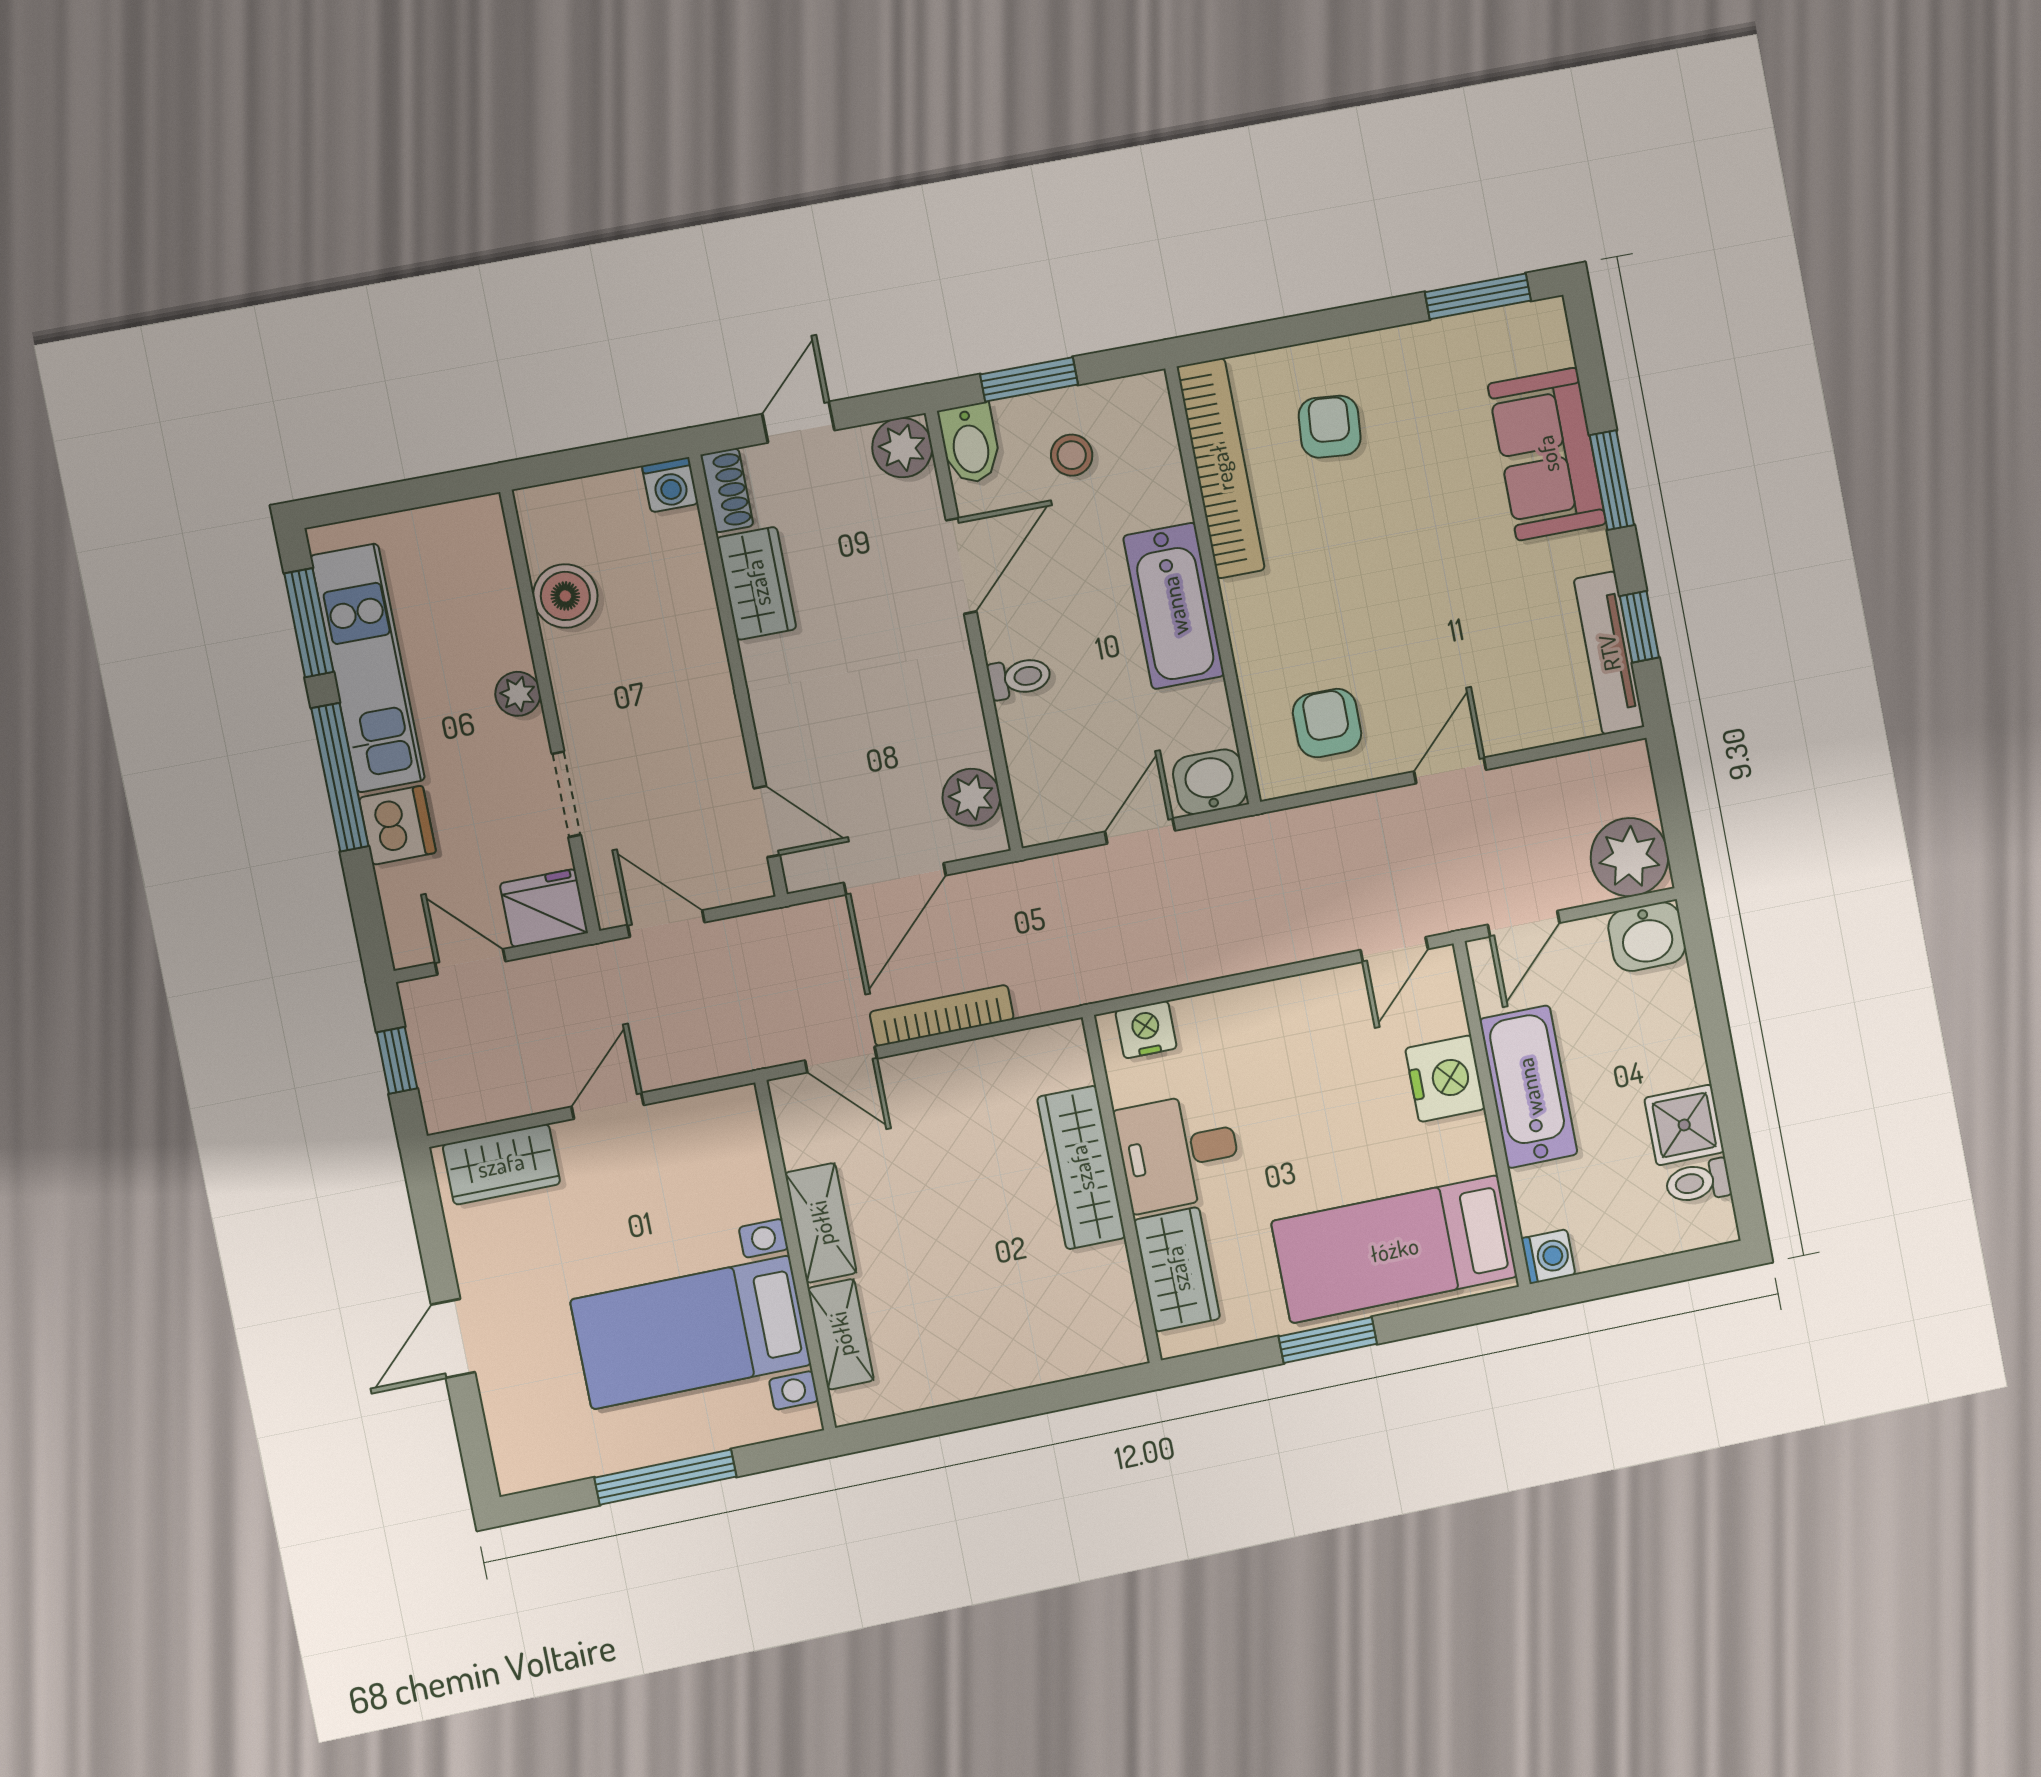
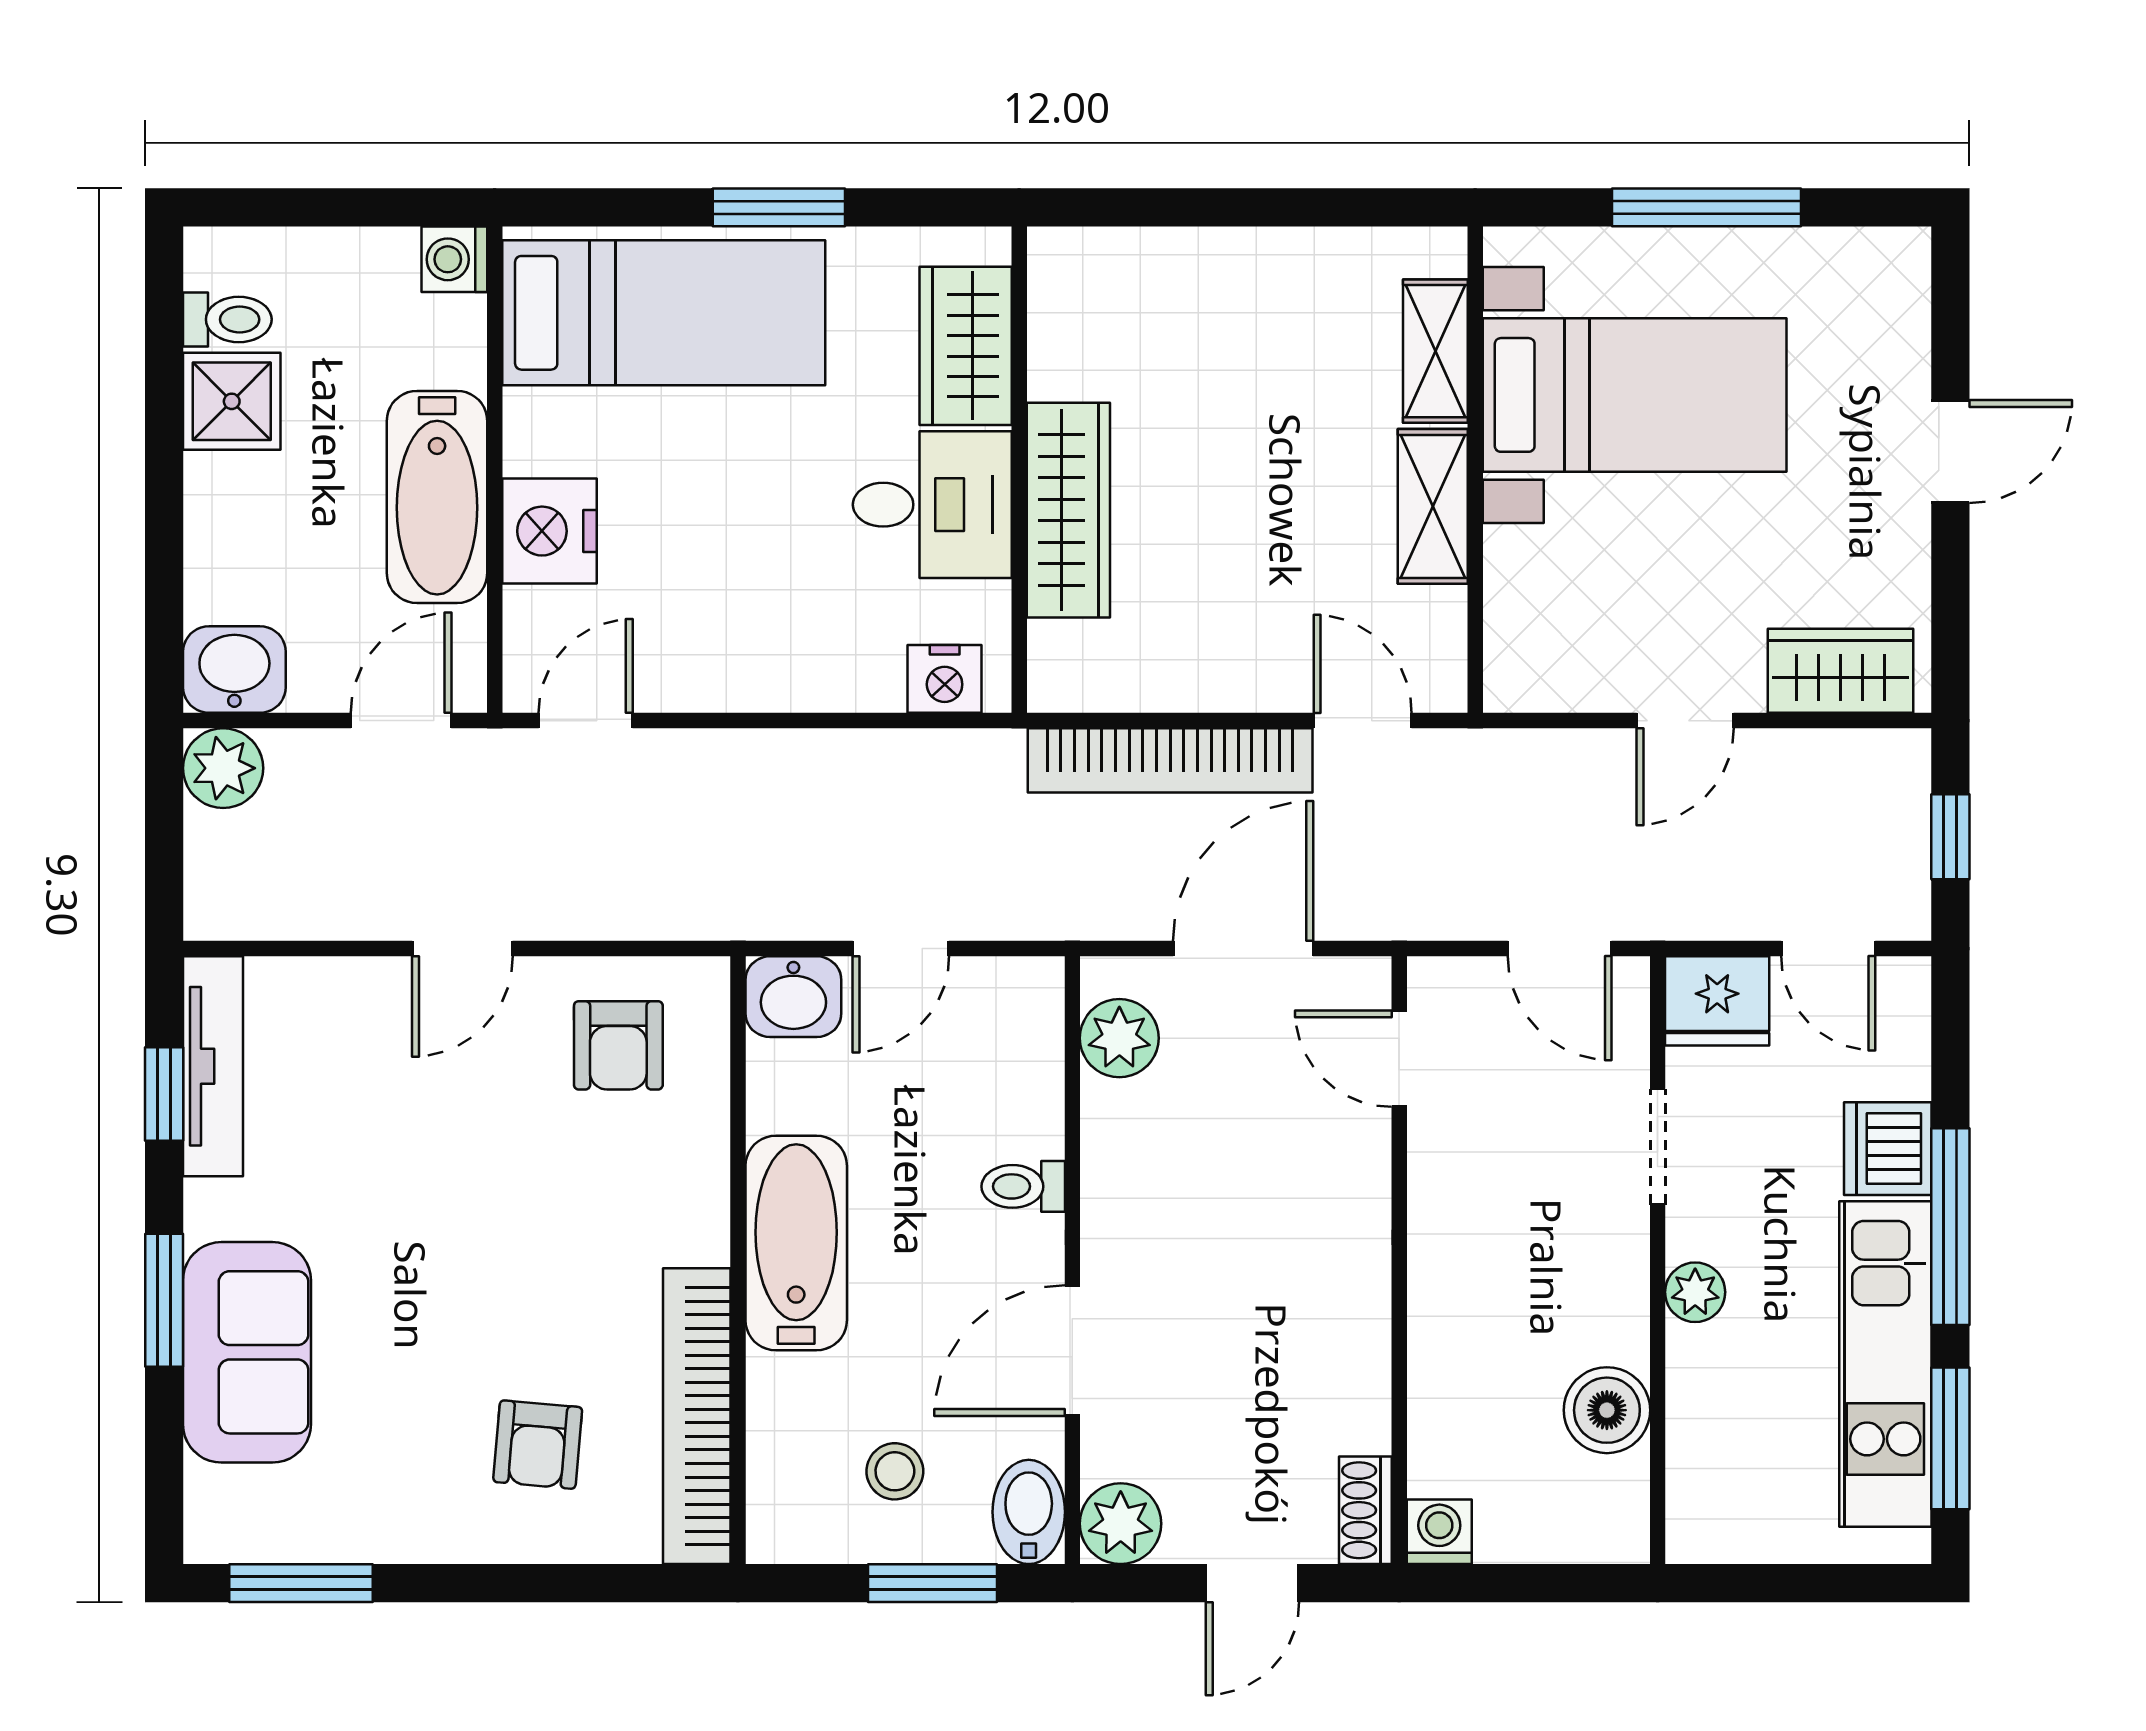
wardrobe: (757, 583) -> (1350, 1379), removed
plant: (1630, 857) -> (223, 768), width x0.73, depth x0.73
bookcase: (942, 1016) -> (1170, 760), width x1.48, depth x1.31

